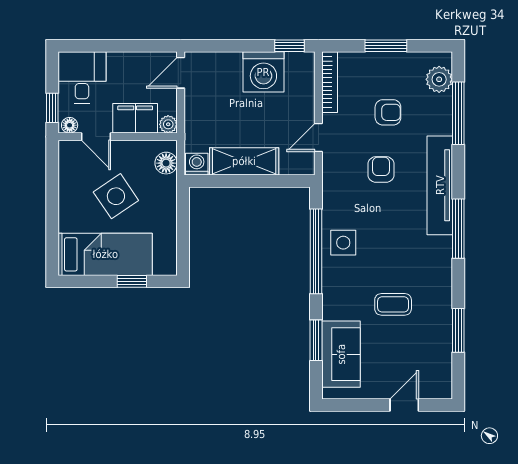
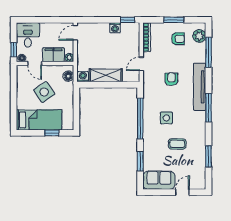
washing machine: (263, 72) -> (115, 28), width x0.53, depth x0.53
armchair: (388, 112) -> (178, 39), moved
side table: (343, 243) -> (166, 118), moved
sofa: (341, 354) -> (159, 180), moved, turned -90

